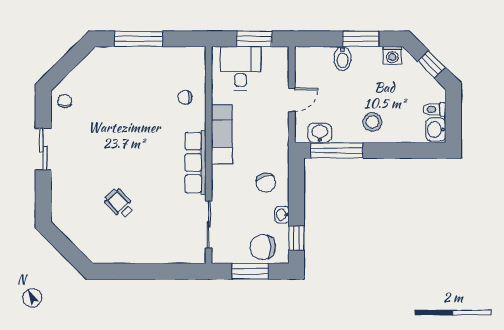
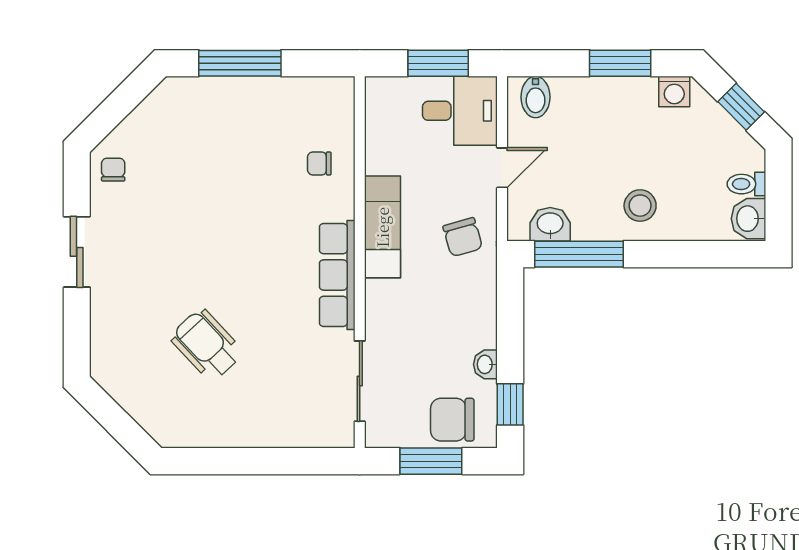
bidet: (343, 59) -> (536, 97), moved
desk: (241, 68) -> (460, 111), moved, turned 90
chair: (266, 183) -> (463, 237), moved
wheelchair: (119, 203) -> (207, 345), width x1.36, depth x1.37

